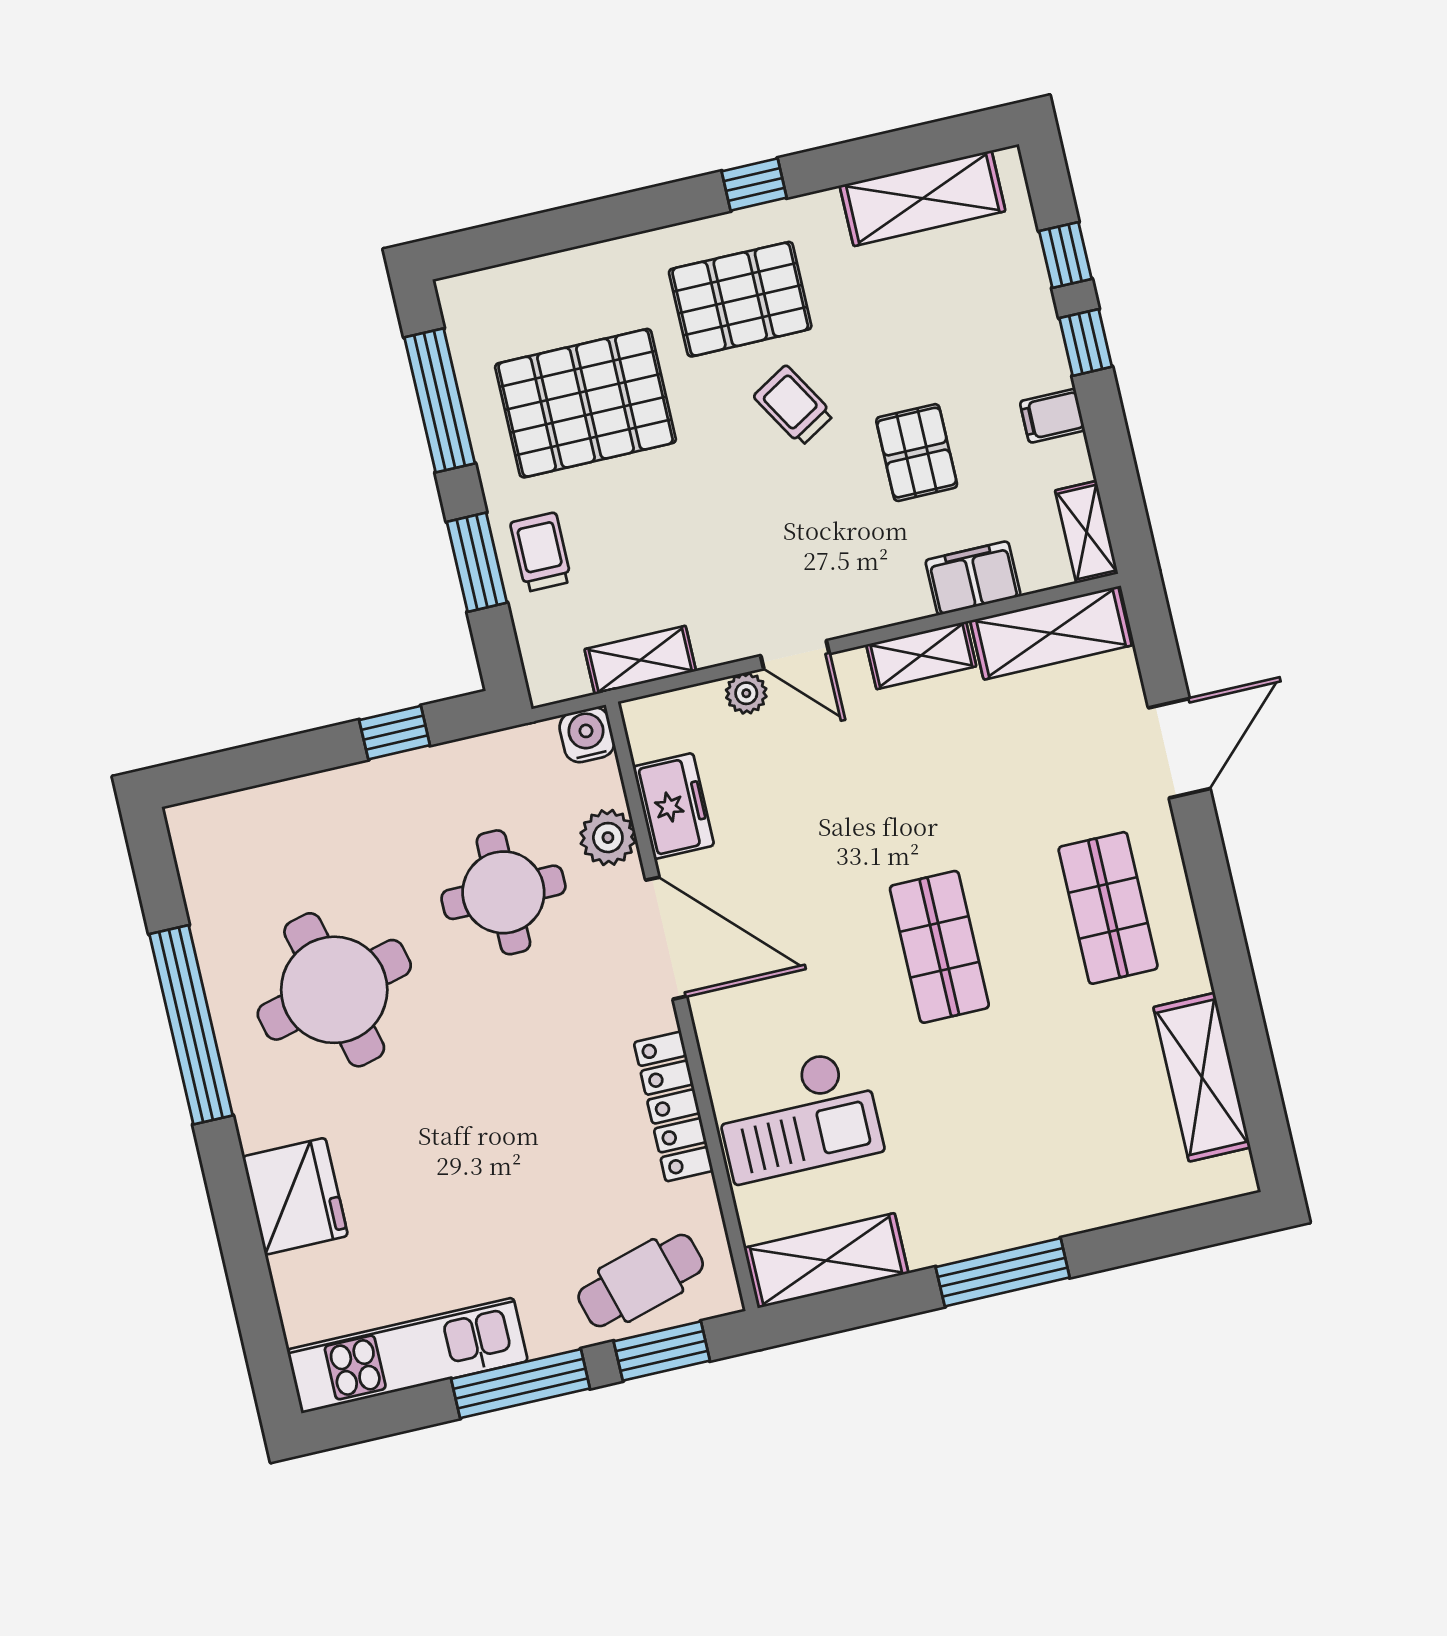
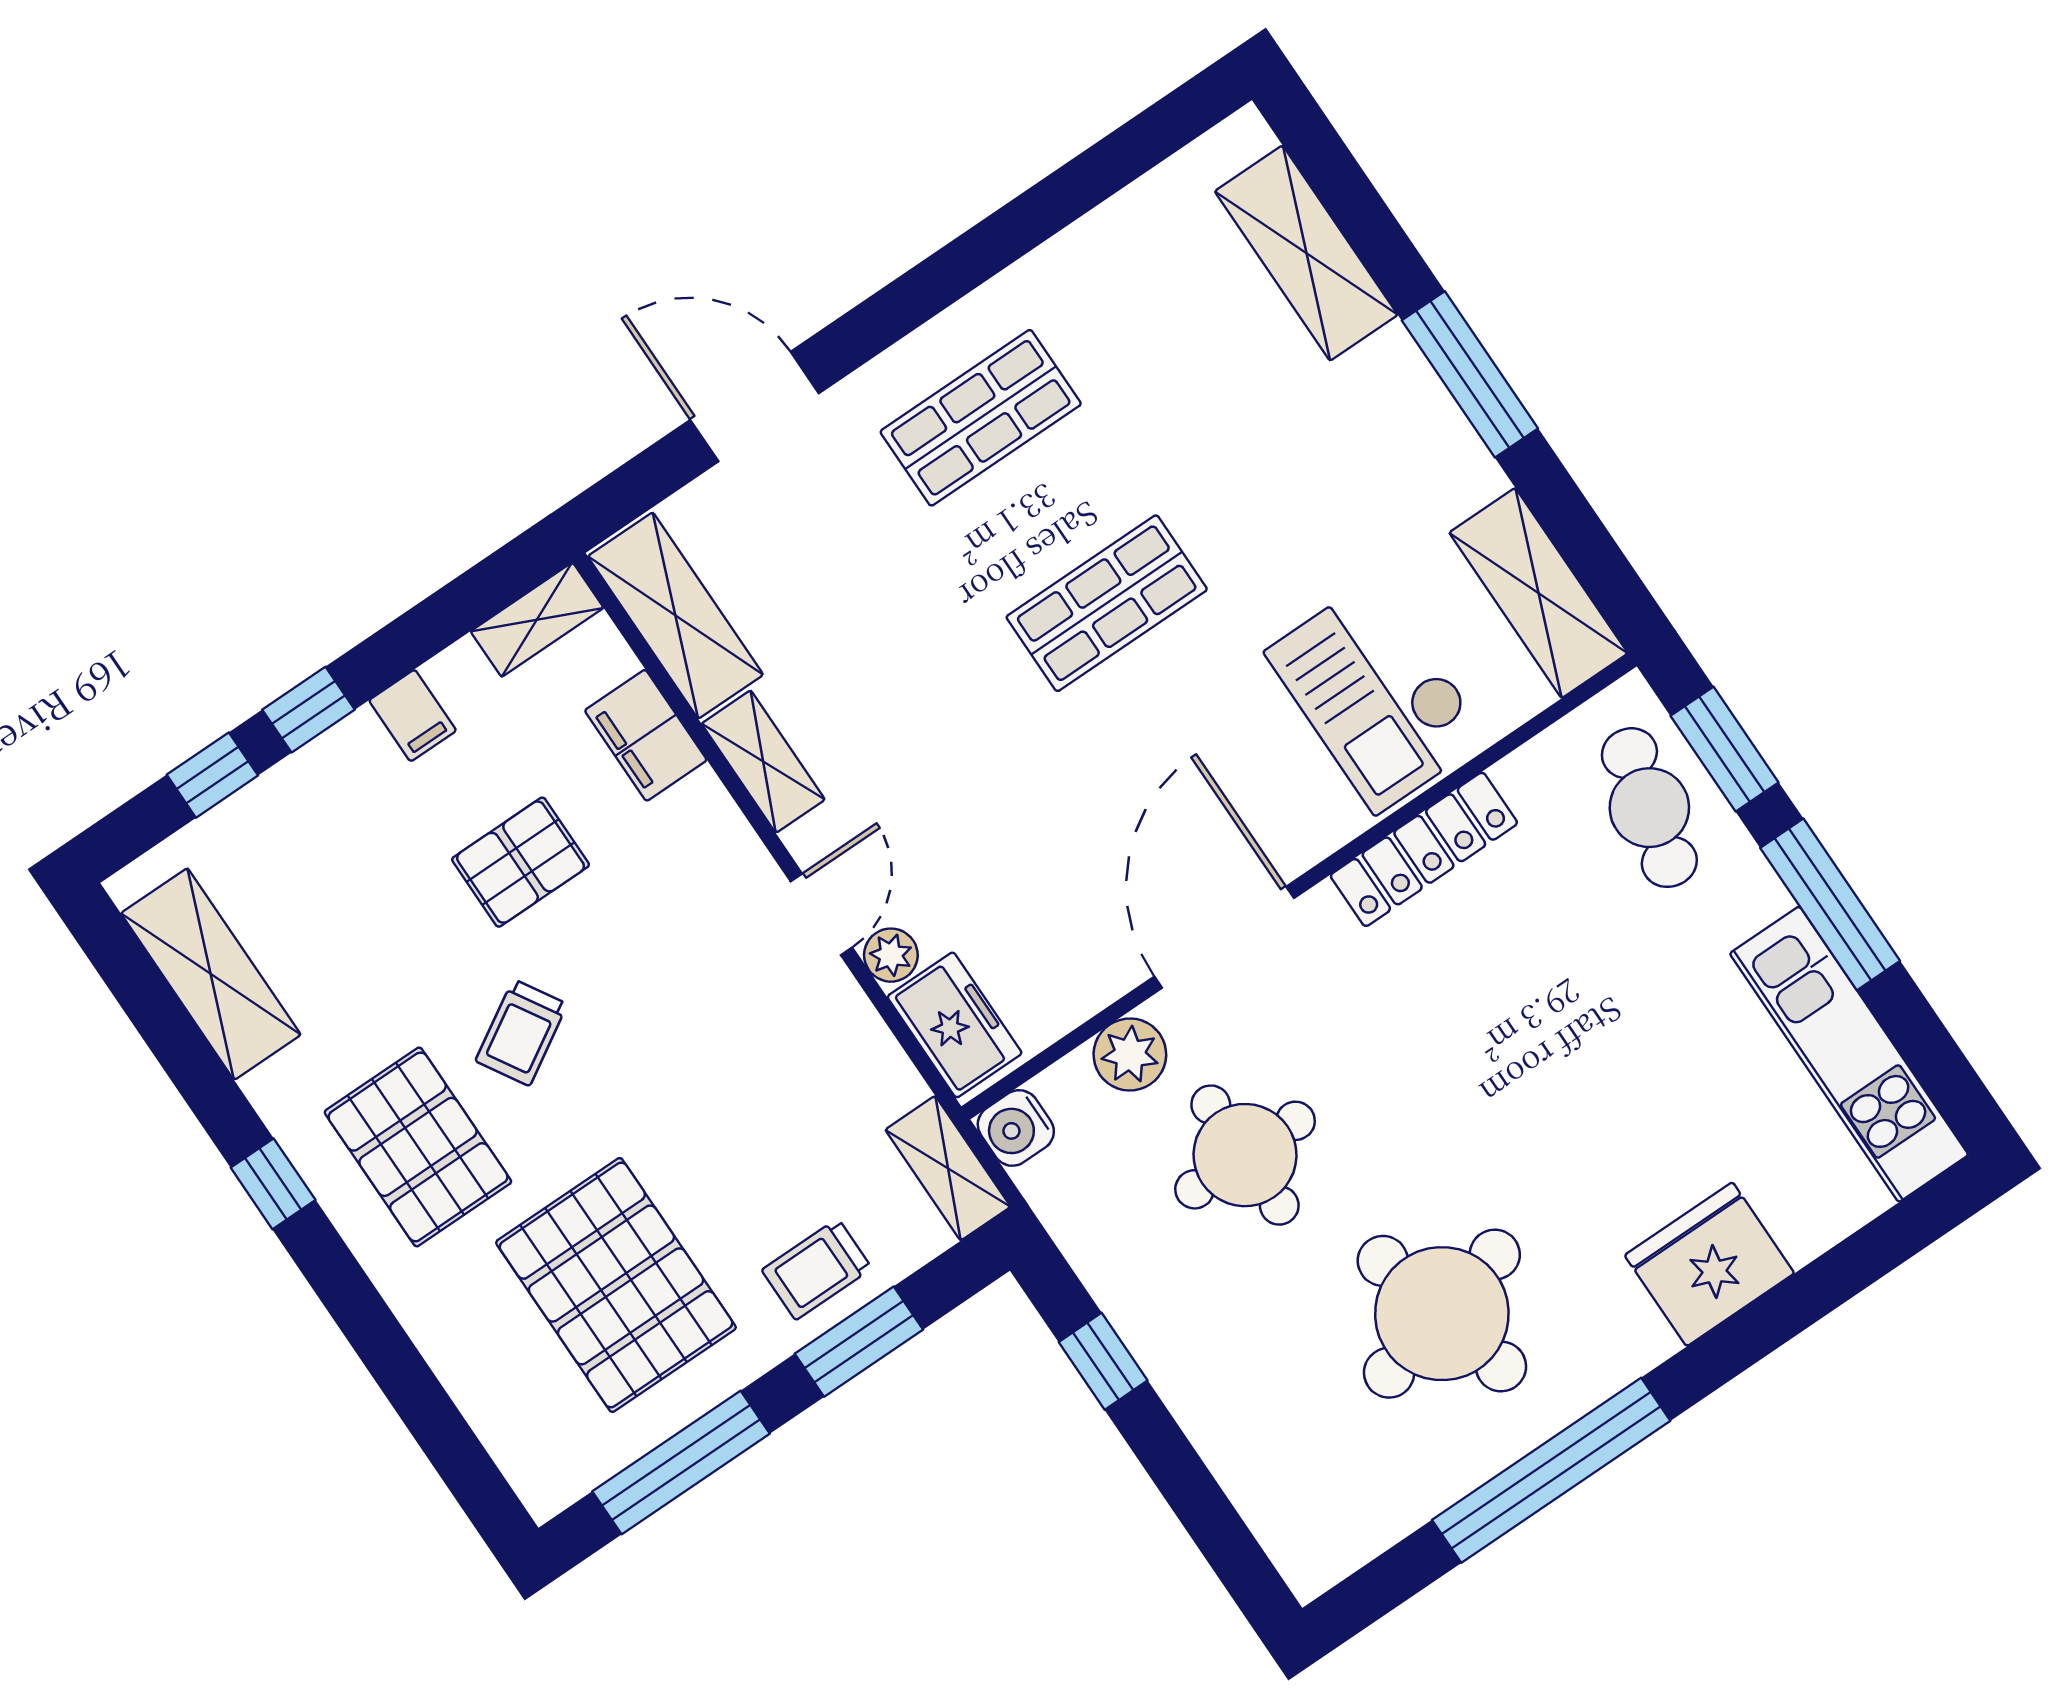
shelving: (640, 660) -> (948, 1168), moved
freezer: (674, 806) -> (955, 1025), moved, turned 90
shelving: (1202, 1077) -> (1306, 253), moved, turned 90
checkout: (798, 1116) -> (1377, 695), turned 180
cafe table: (641, 1281) -> (1649, 808), turned 30

